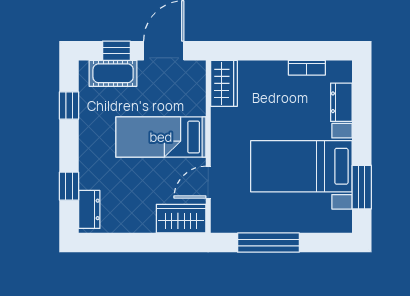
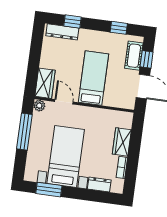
wardrobe: (224, 83) -> (122, 142), moved, turned 90
dresser: (89, 209) -> (62, 32), width x1.44
plant: (220, 223) -> (39, 106), added

